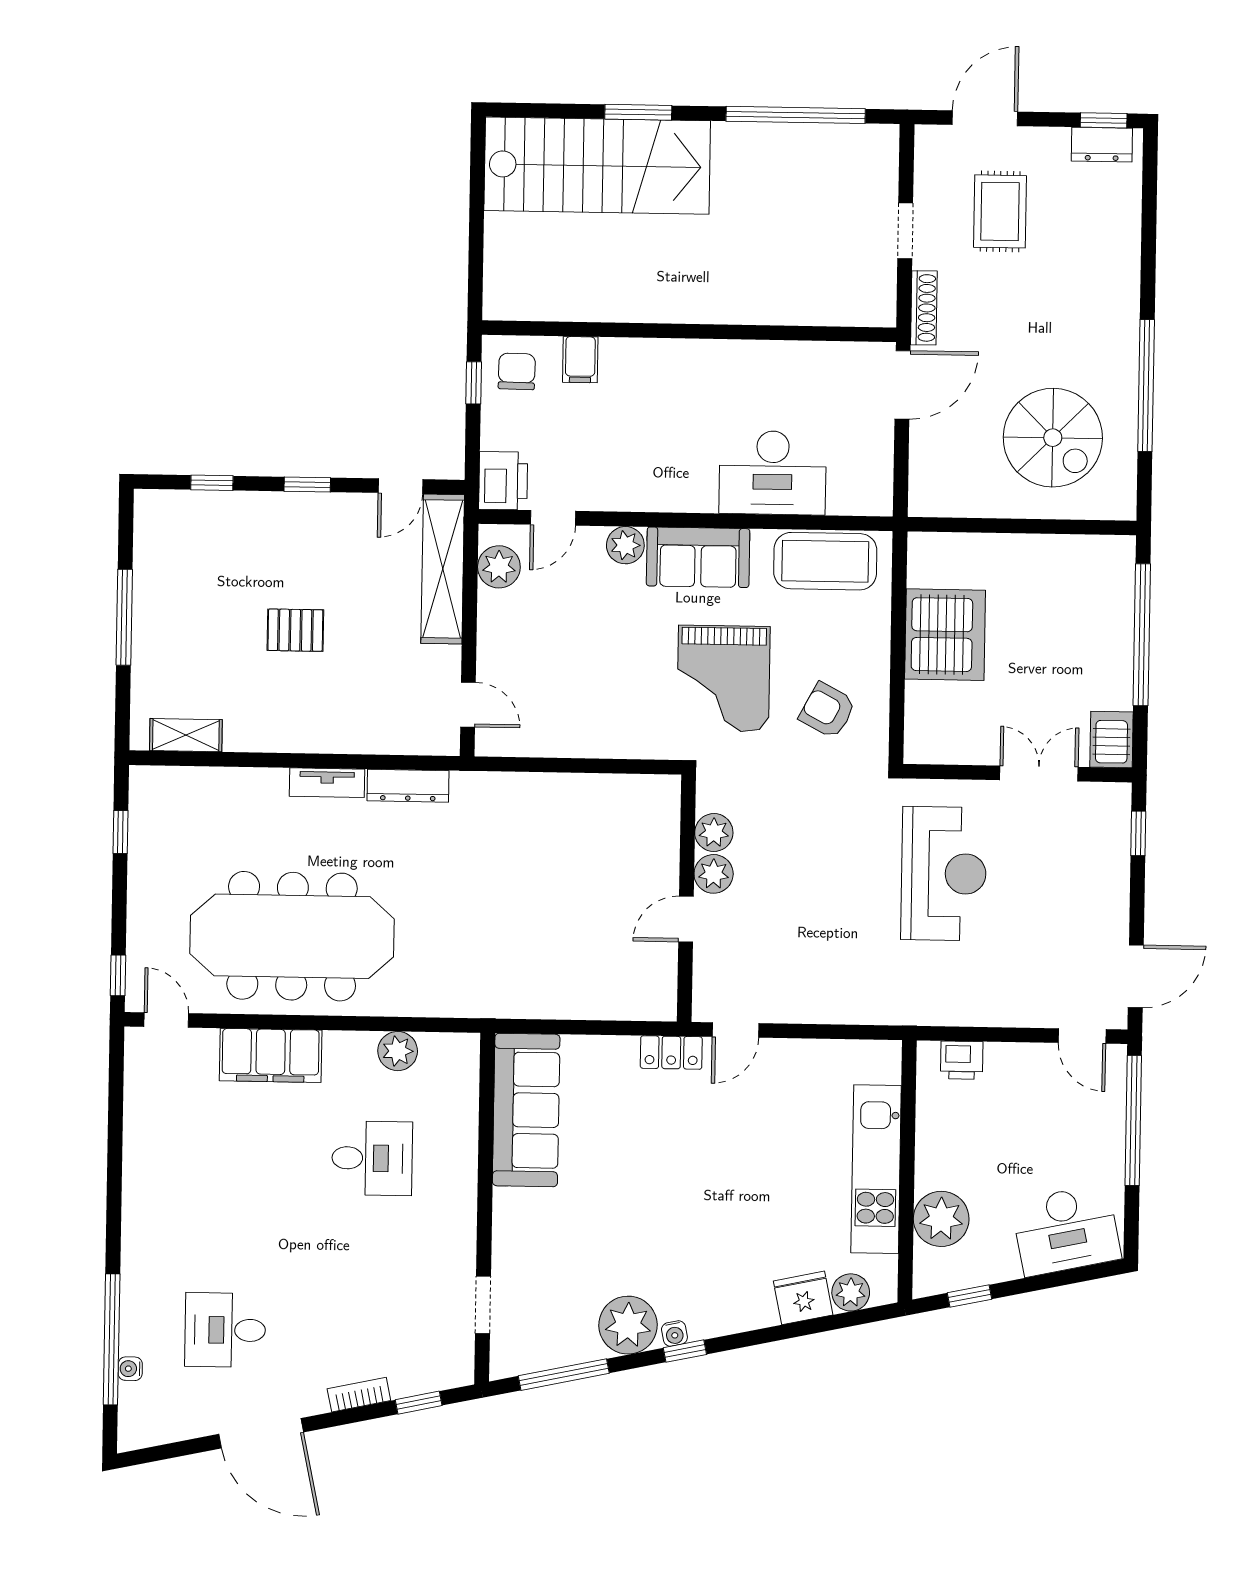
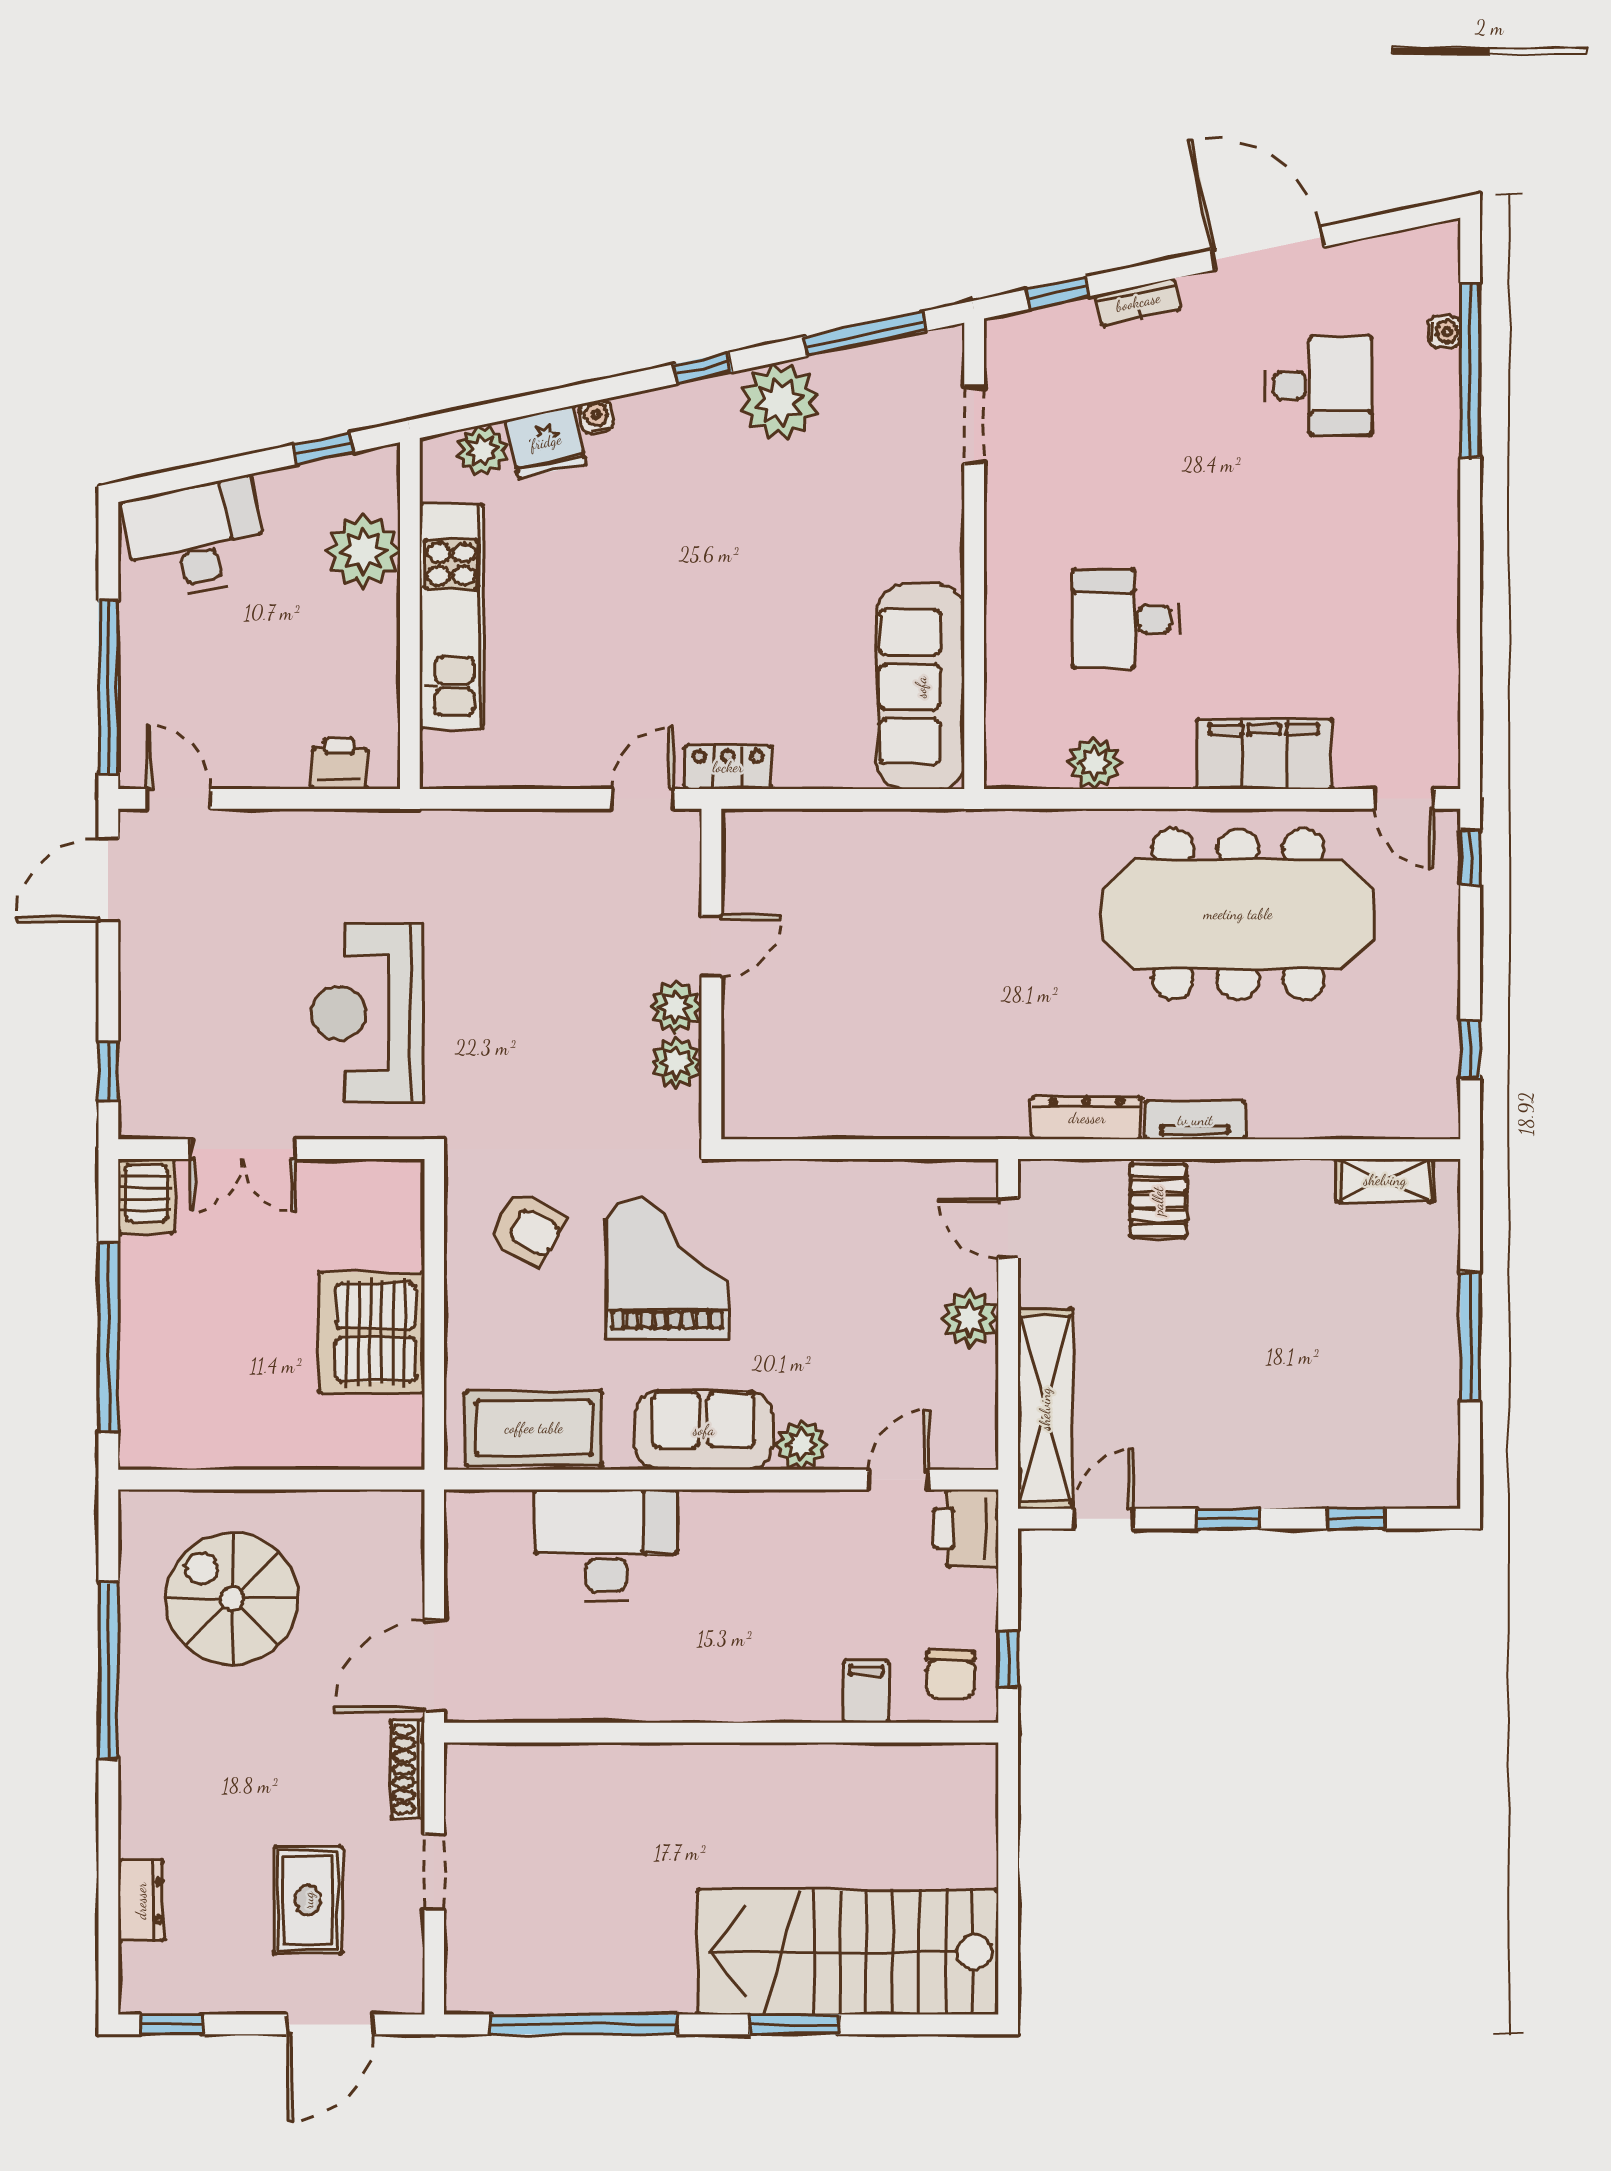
dresser: (1102, 145) -> (141, 1901), moved, turned 90
plant: (499, 567) -> (970, 1318), moved
pallet: (295, 630) -> (1158, 1201), moved, turned 90
water cooler: (674, 1333) -> (597, 417), moved

